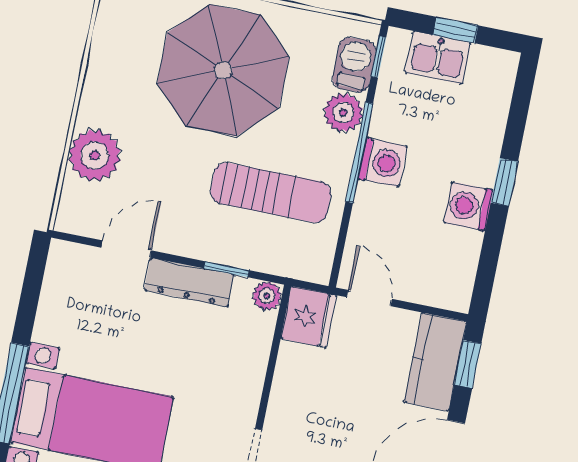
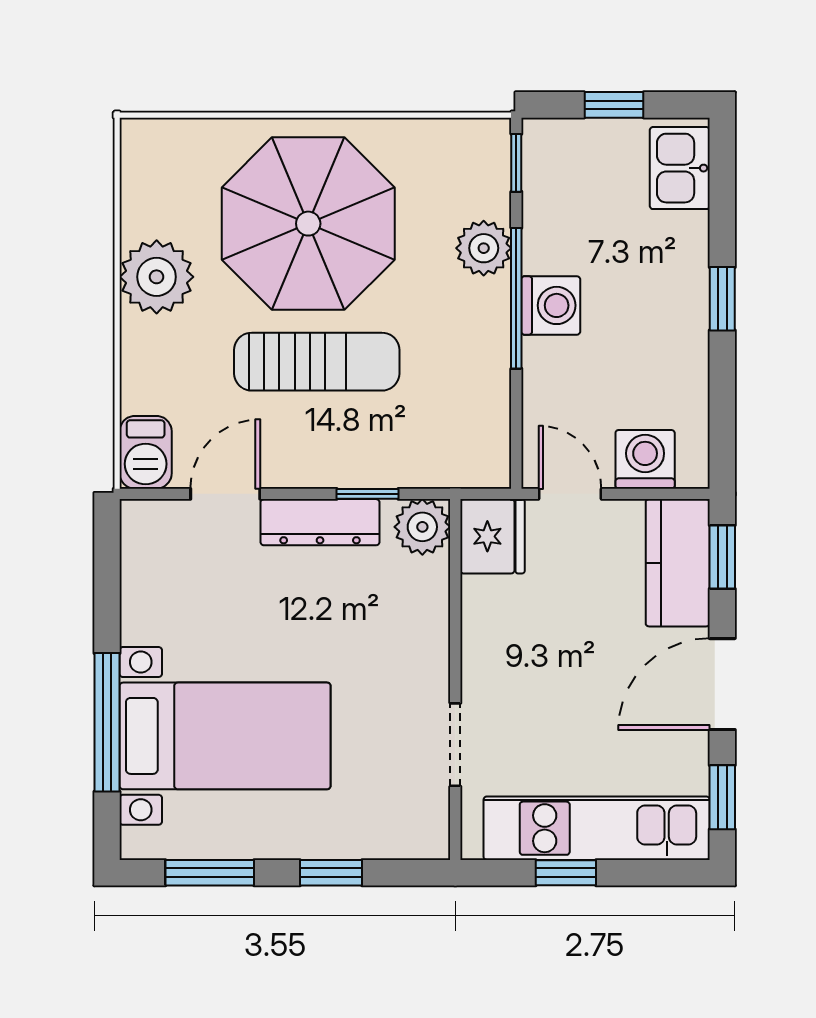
kitchen sink: (438, 58) -> (680, 168), moved, turned 90
barbecue: (354, 65) -> (146, 452), moved, turned 180
plant: (95, 155) -> (157, 277), moved
sun lounger: (271, 193) -> (317, 362), moved
washing machine: (468, 206) -> (645, 459), moved, turned 90
plant: (267, 296) -> (422, 527), width x1.38, depth x1.38

